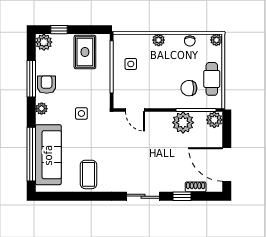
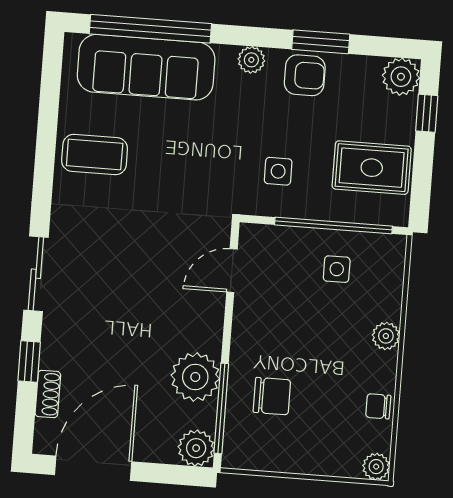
window: (31, 79) -> (321, 42), width x0.69
cafe table: (212, 79) -> (289, 449), removed
chair: (189, 88) -> (272, 396), turned 90
side table: (81, 113) -> (278, 171), moved

